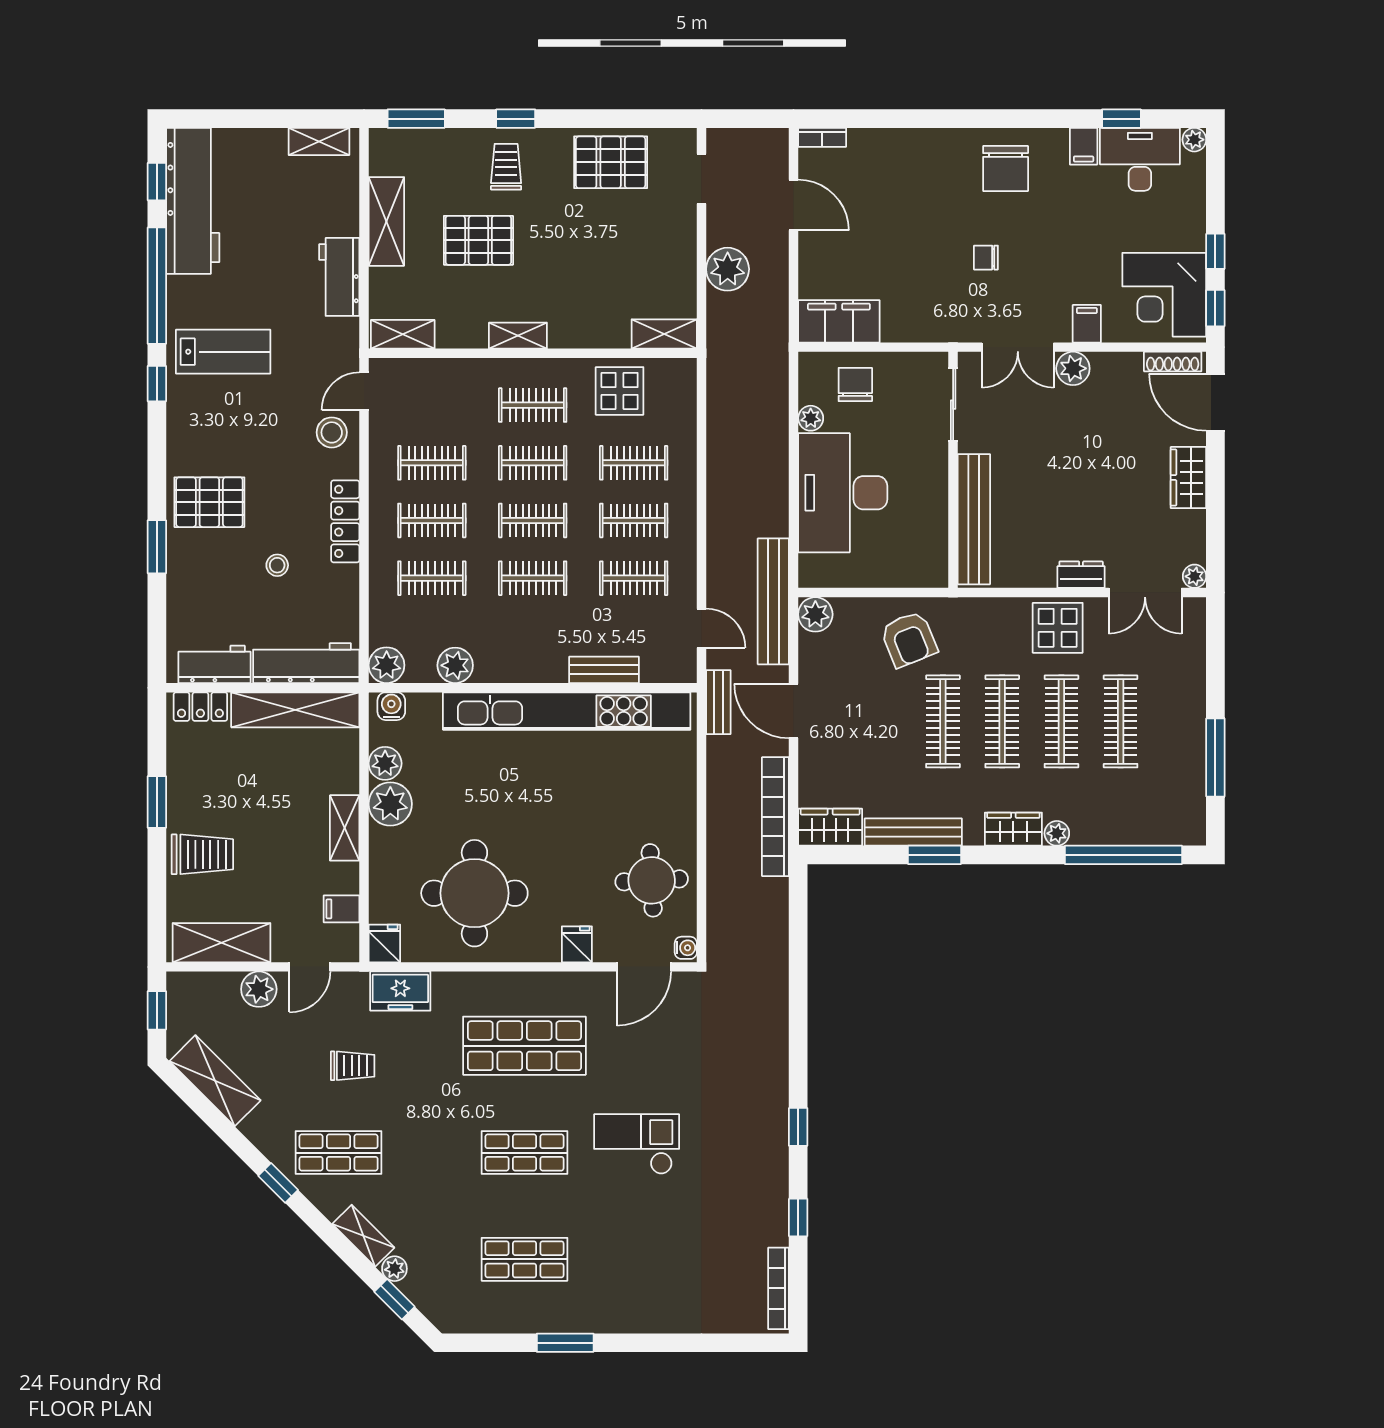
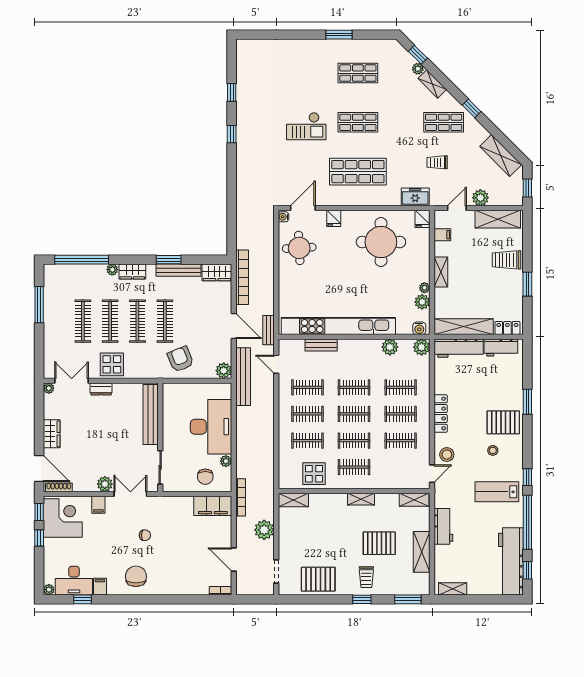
stool: (277, 565) -> (493, 450), moved
plant: (390, 804) -> (424, 288), width x0.53, depth x0.53
bookcase: (779, 1288) -> (241, 497), moved

